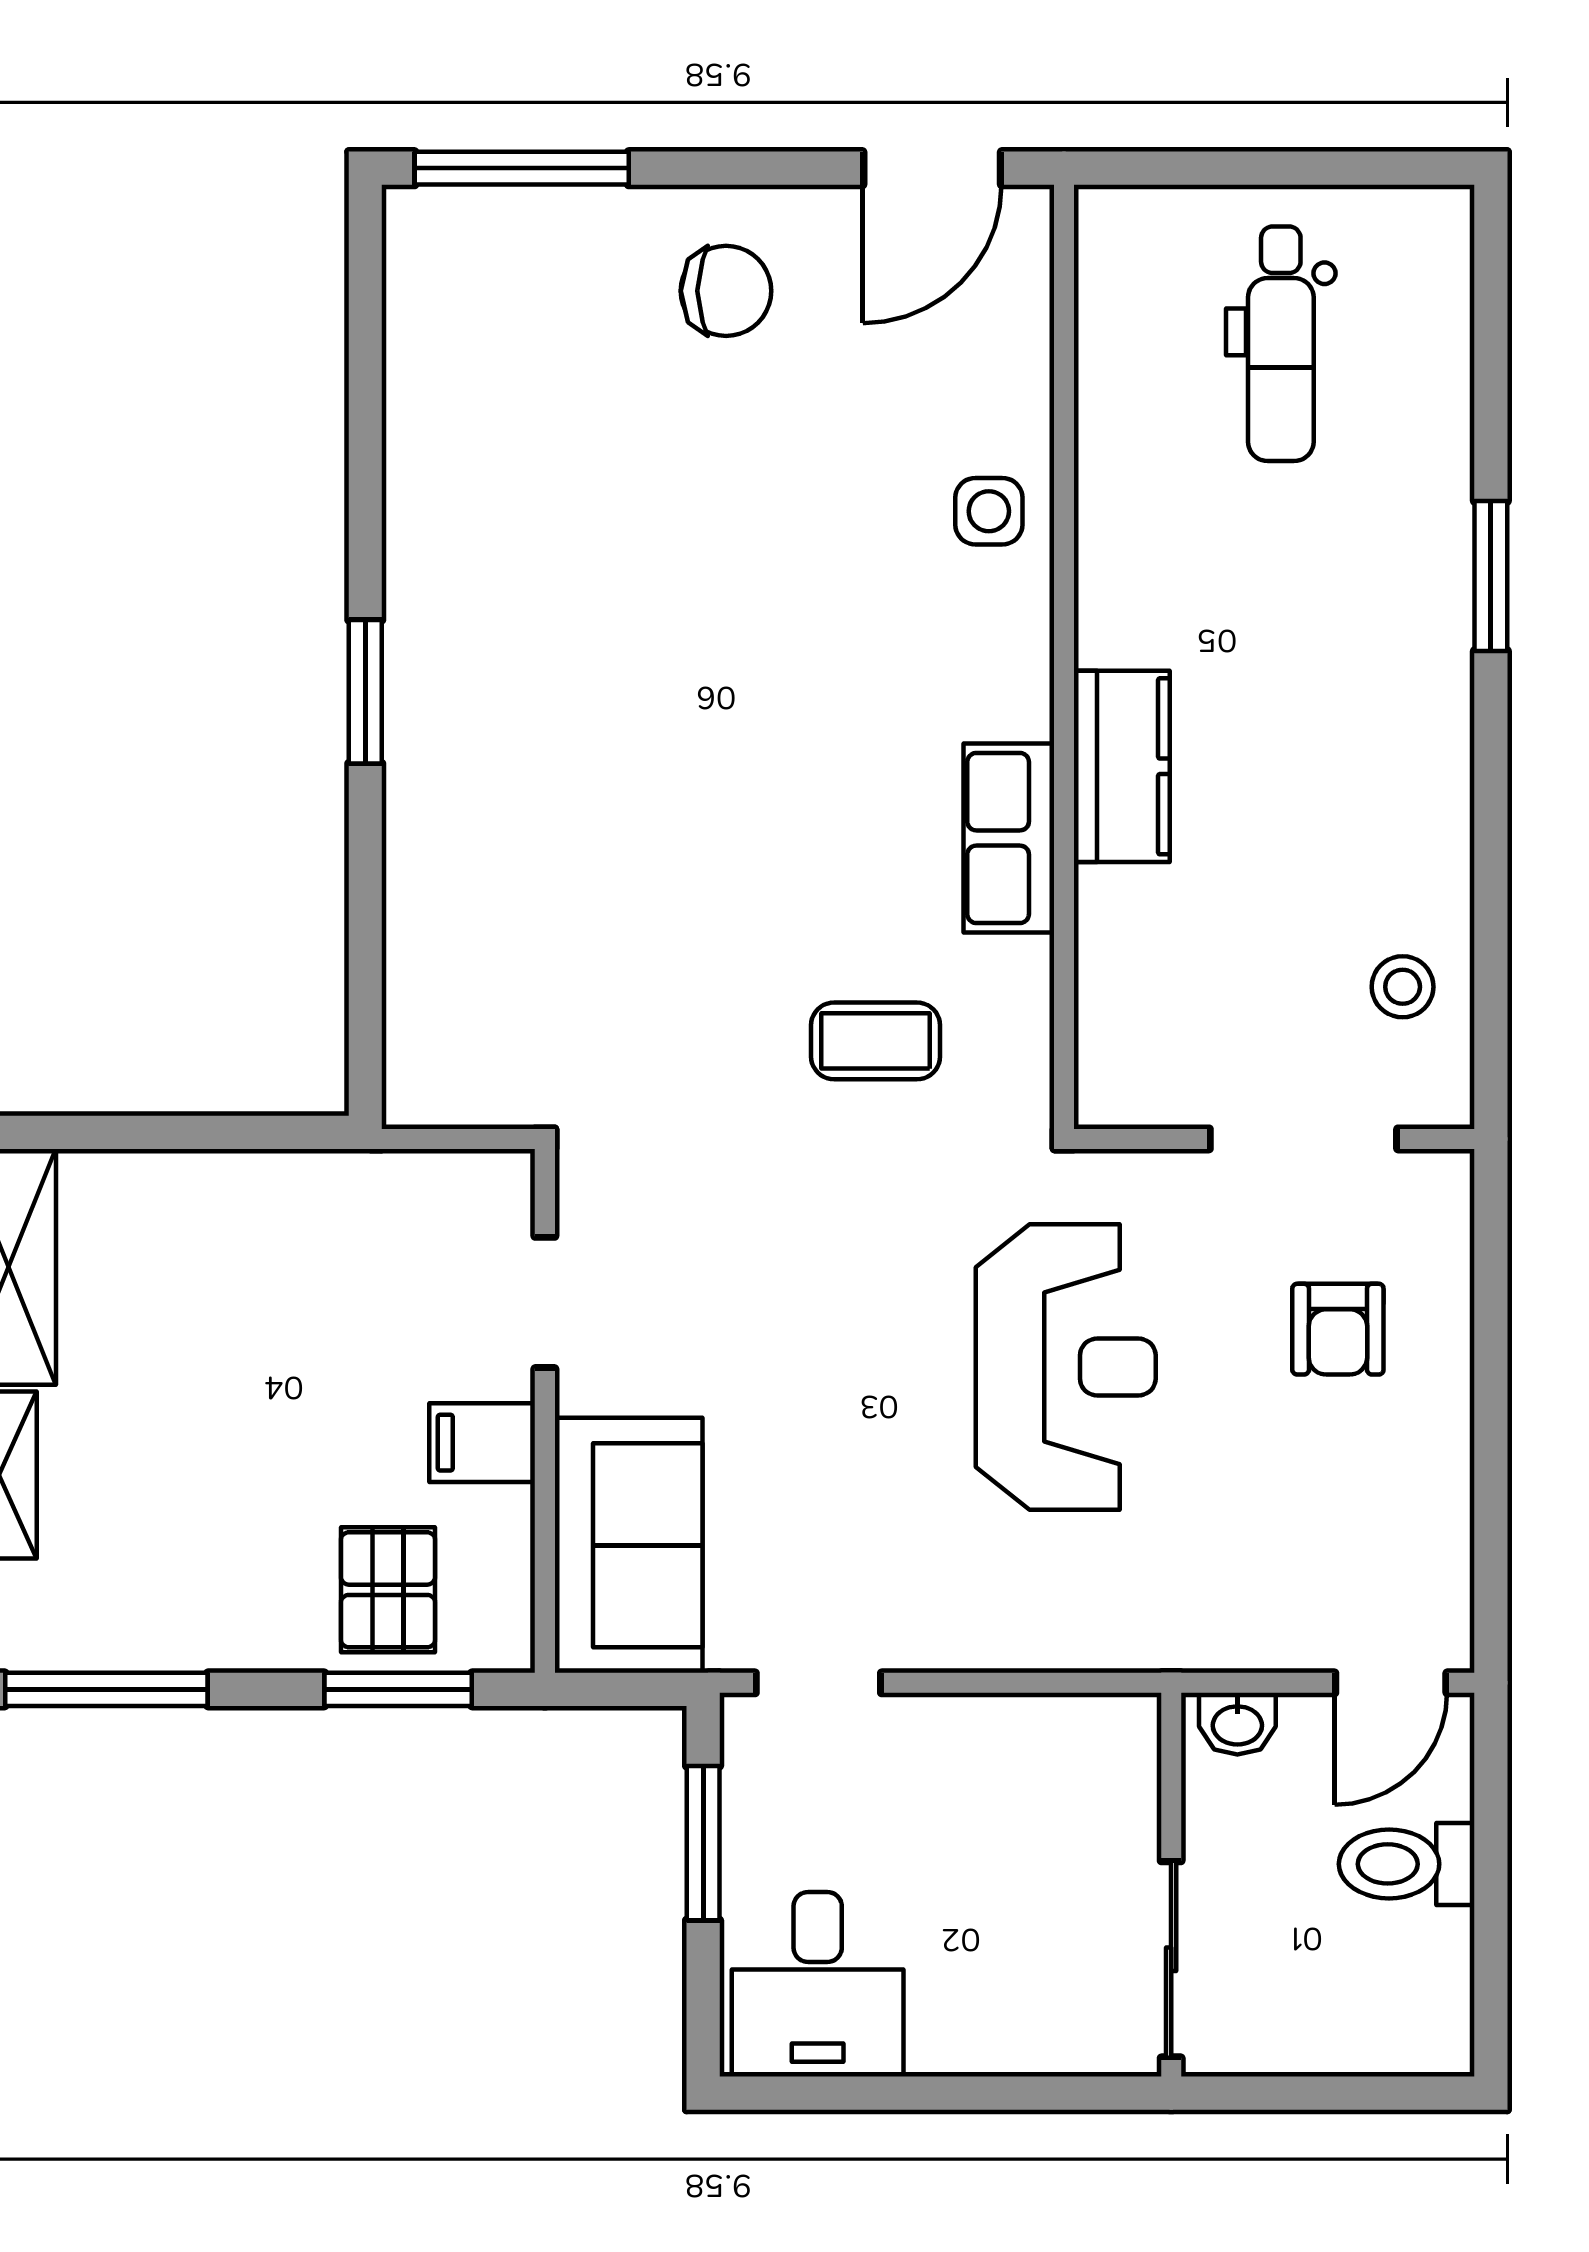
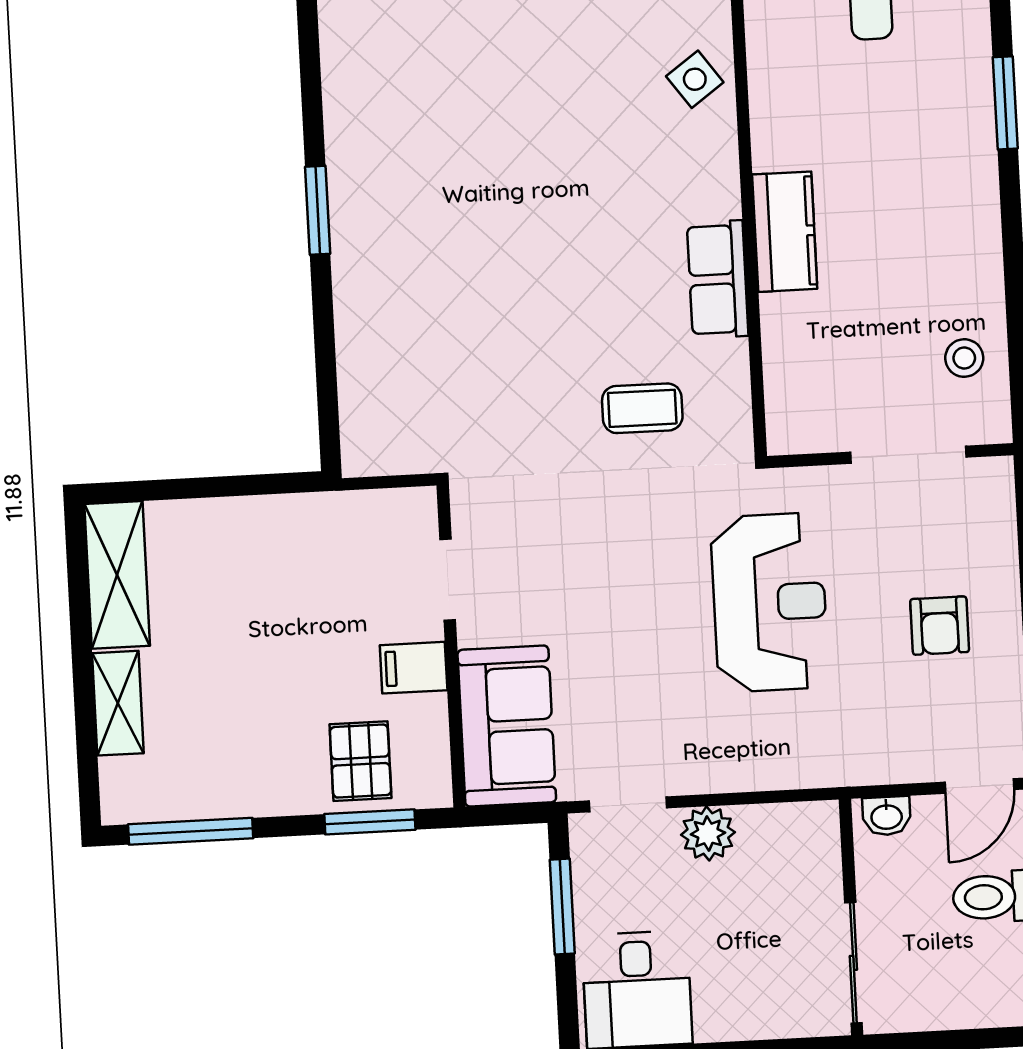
side table: (989, 511) -> (695, 79), turned -36
armchair: (1338, 1329) -> (940, 626), moved
plant: (946, 1737) -> (708, 833), added

